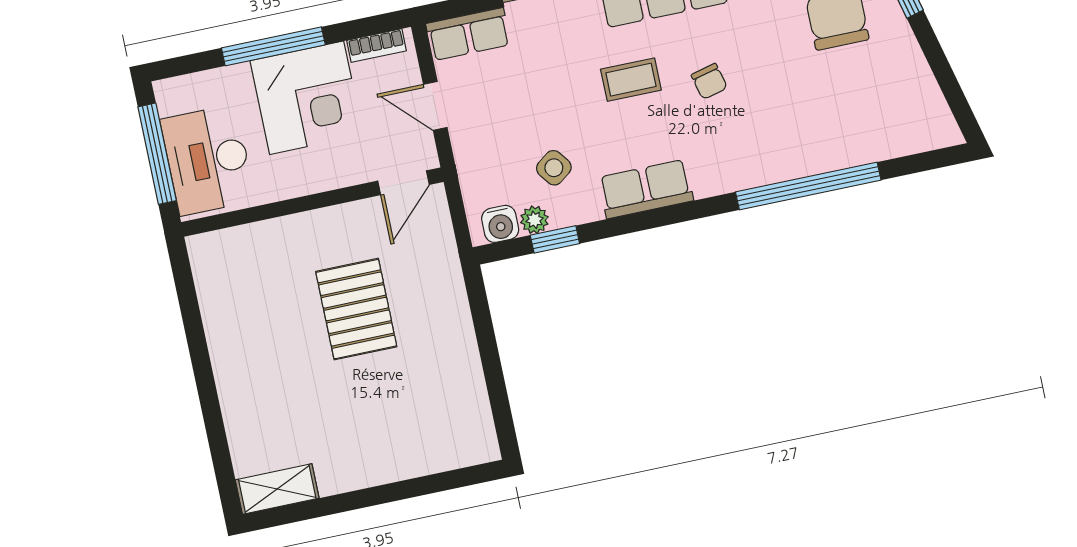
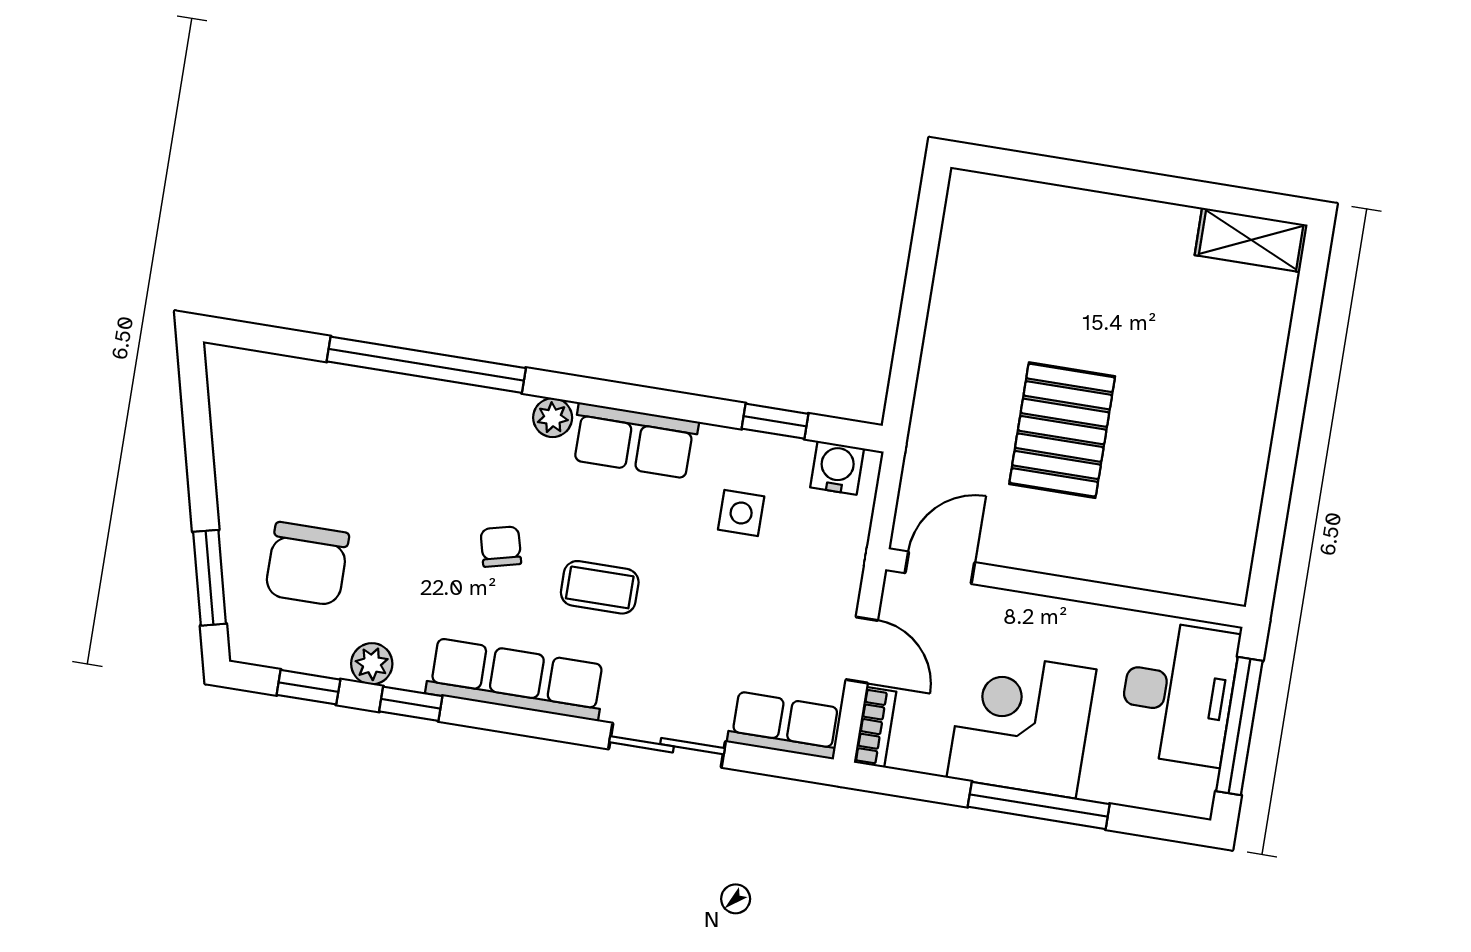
bookcase: (376, 46) -> (875, 727), moved, turned 90
side table: (554, 168) -> (741, 513), turned 37
plant: (534, 220) -> (553, 418), moved

